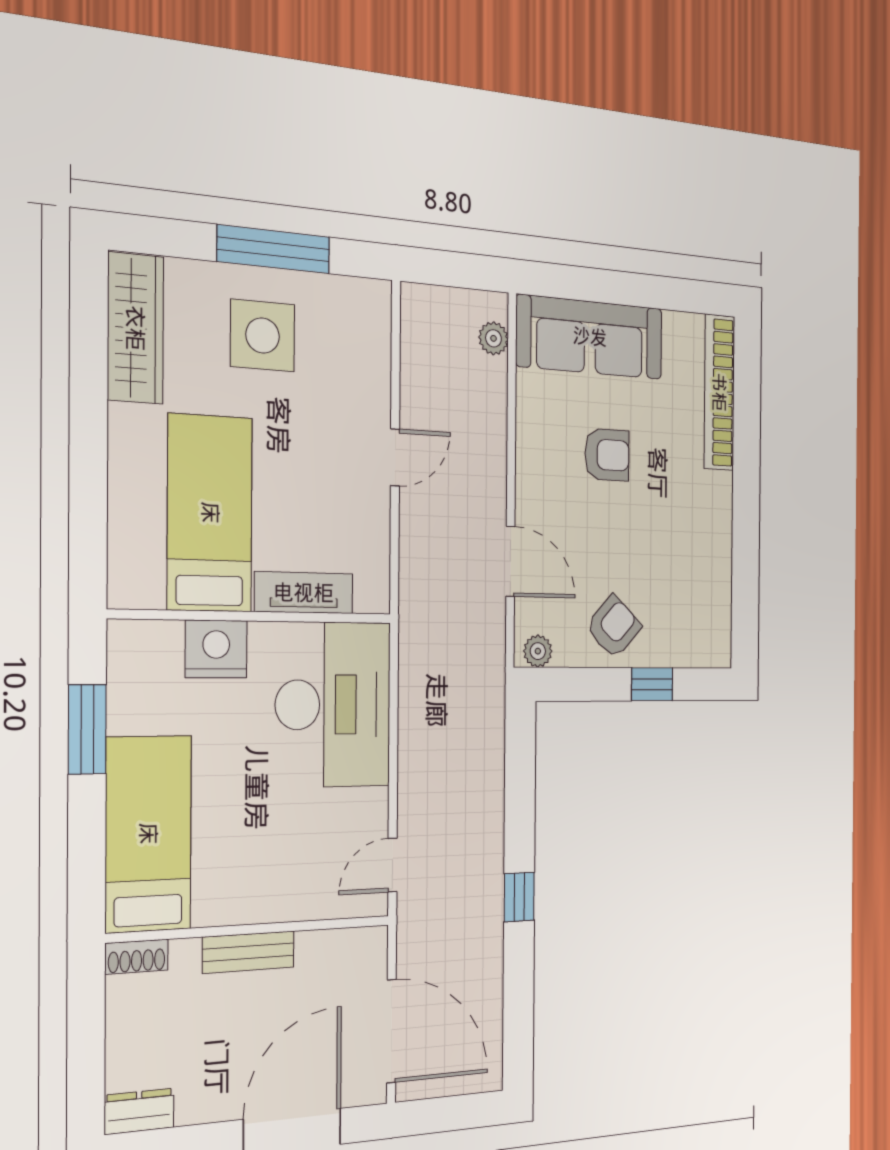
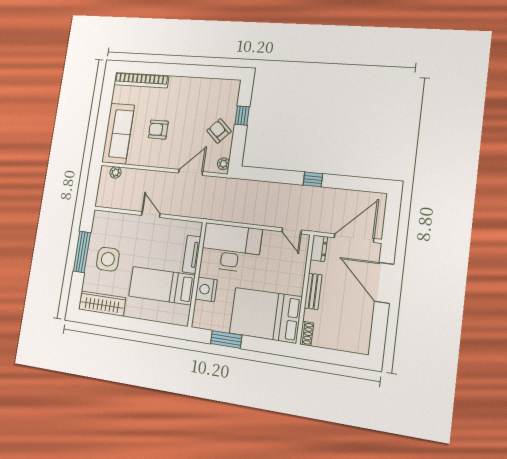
armchair: (607, 455) -> (158, 129), turned -90
bed: (148, 834) -> (266, 315), width x1.50
dresser: (139, 1111) -> (319, 248), moved, turned 180

